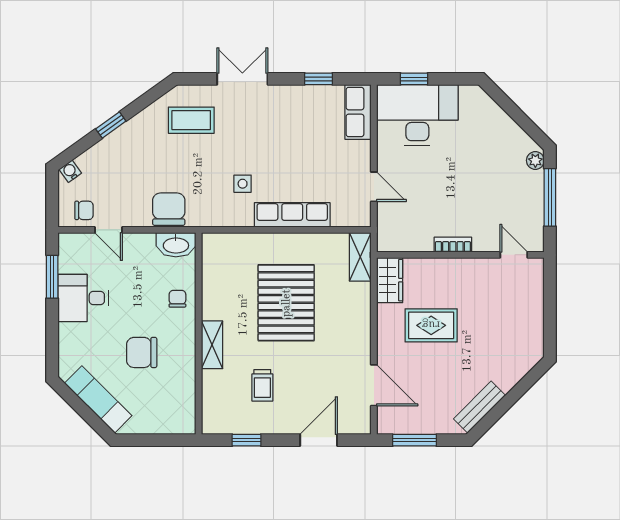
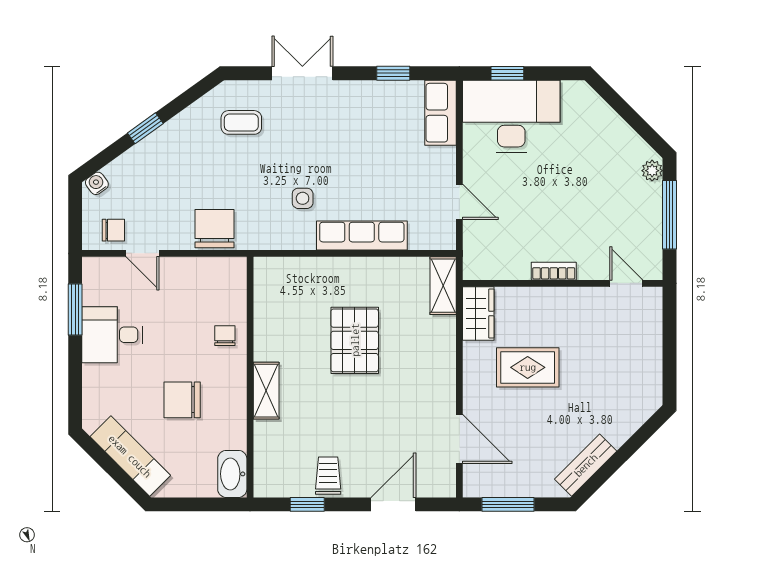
coffee table: (191, 120) -> (241, 122), width x0.73, depth x0.77
washbasin: (176, 245) -> (232, 474), moved, turned 90
pallet: (286, 303) -> (355, 340), width x0.73, depth x0.71
trolley: (262, 385) -> (328, 476), moved, turned 180

